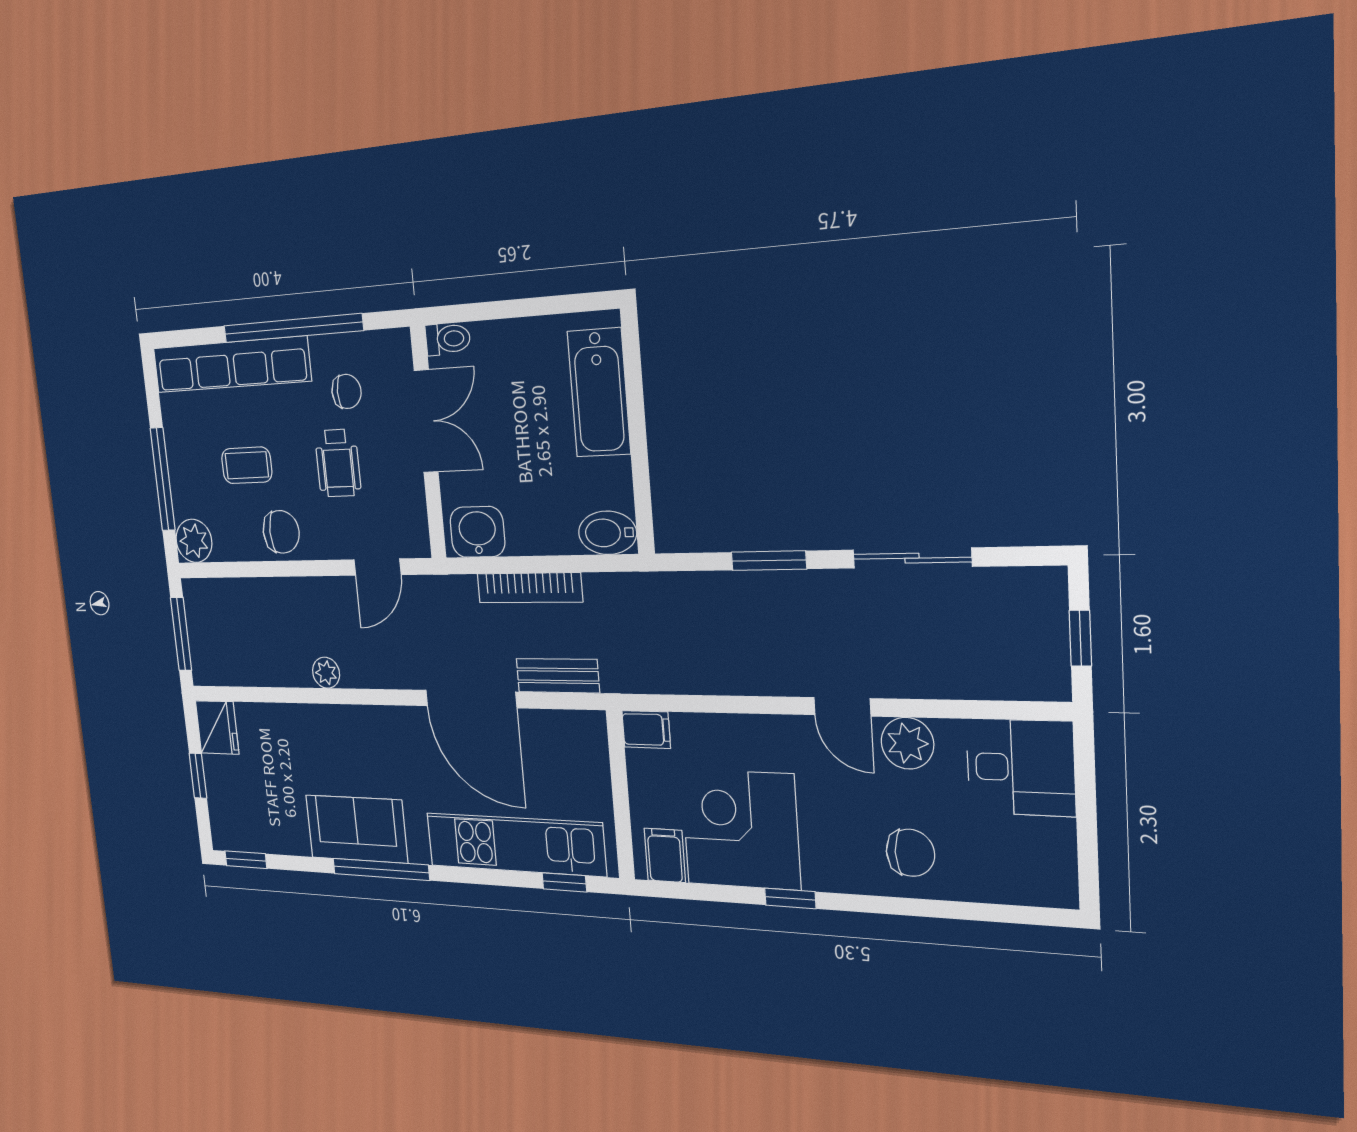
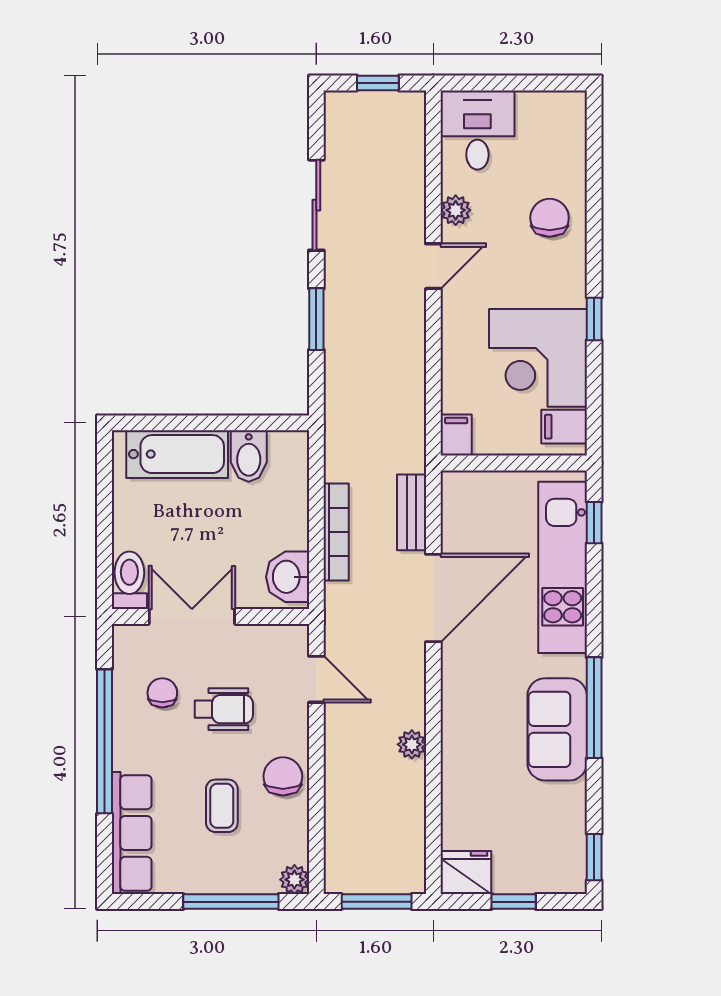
toilet: (448, 339) -> (129, 580), width x1.37, depth x1.39
row of seats: (231, 365) -> (132, 833), width x0.73
bidet: (608, 533) -> (249, 456), moved
plant: (194, 541) -> (294, 880), width x0.73, depth x0.73
plant: (907, 743) -> (456, 210), width x0.73, depth x0.73

